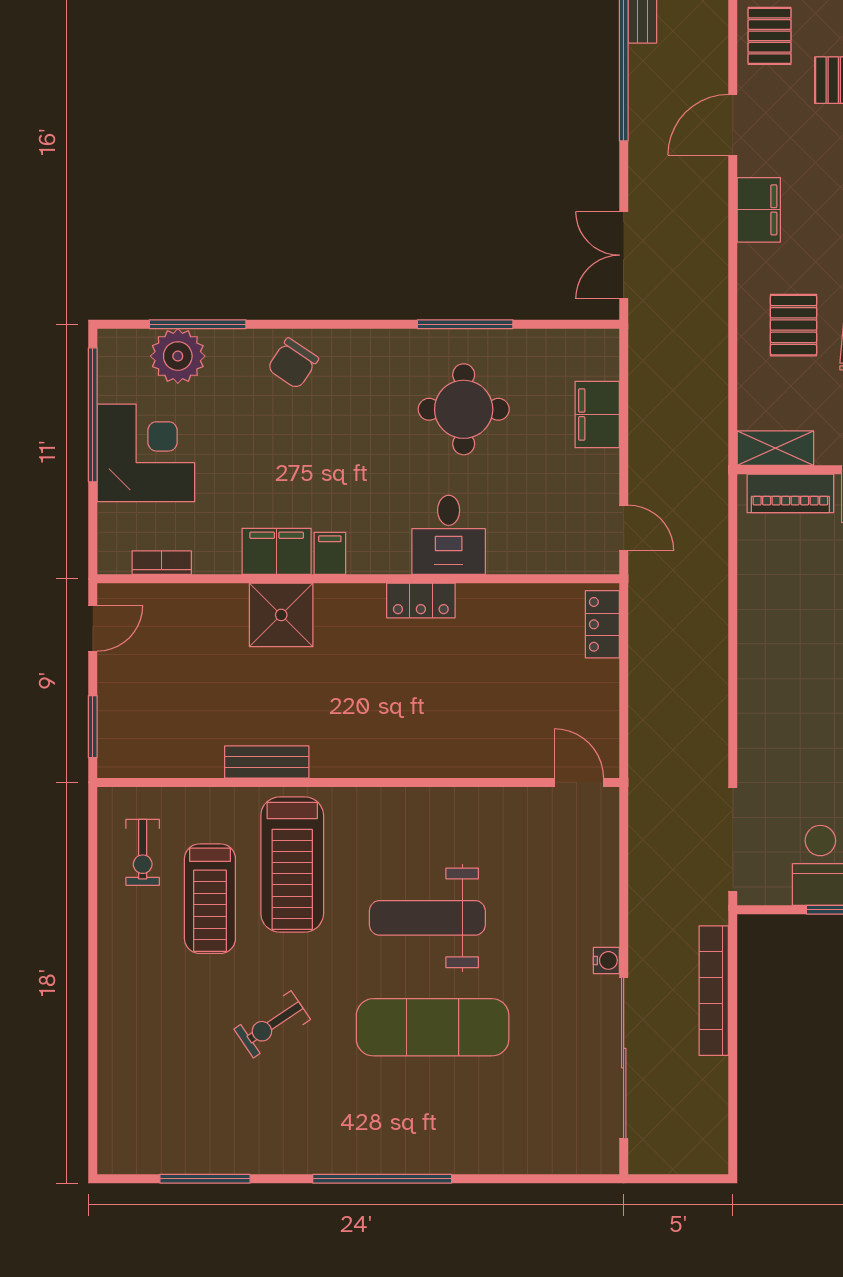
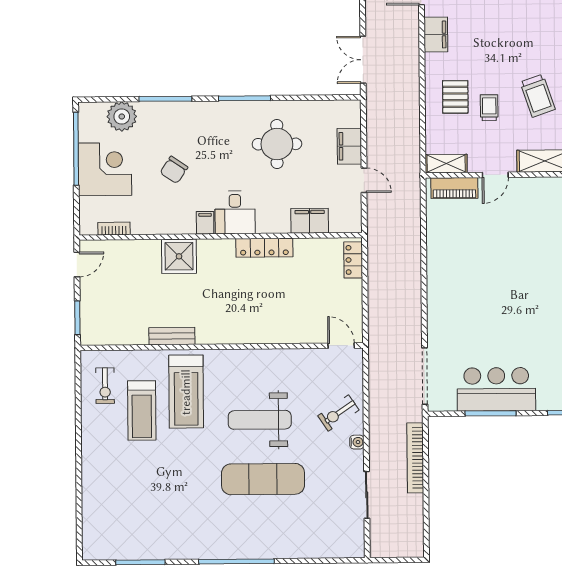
window: (198, 324) -> (165, 99), moved
window: (465, 324) -> (245, 98), moved
chair: (293, 363) -> (174, 170), moved
door: (624, 528) -> (364, 180), moved
desk: (449, 535) -> (235, 212), moved
filing cabinet: (277, 551) -> (310, 221), moved
locker: (421, 600) -> (264, 248), width x1.53
exercise bike: (272, 1024) -> (338, 413), moved
sliding door: (624, 1058) -> (367, 495), width x0.54

